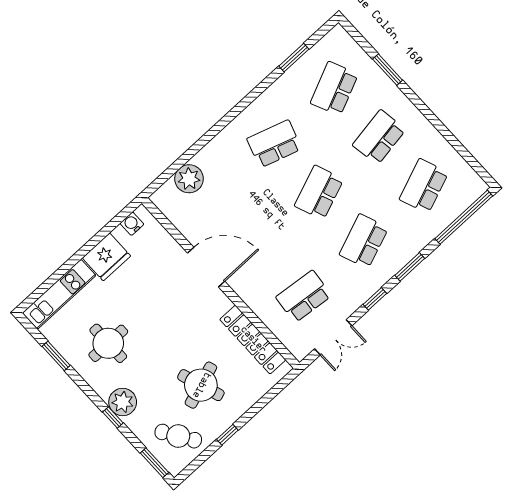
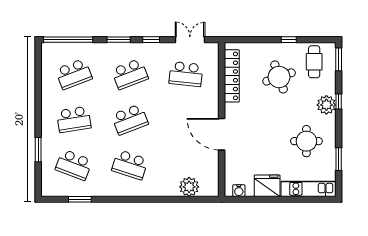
school desk: (334, 89) -> (74, 165), turned 45
cafe table: (178, 436) -> (314, 62), turned 33

